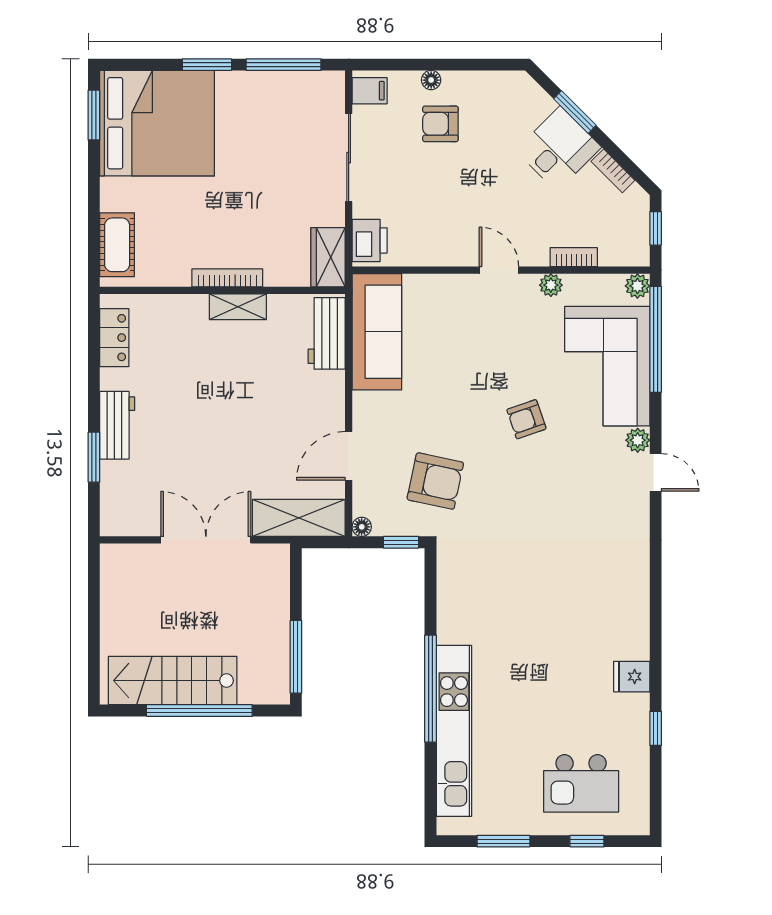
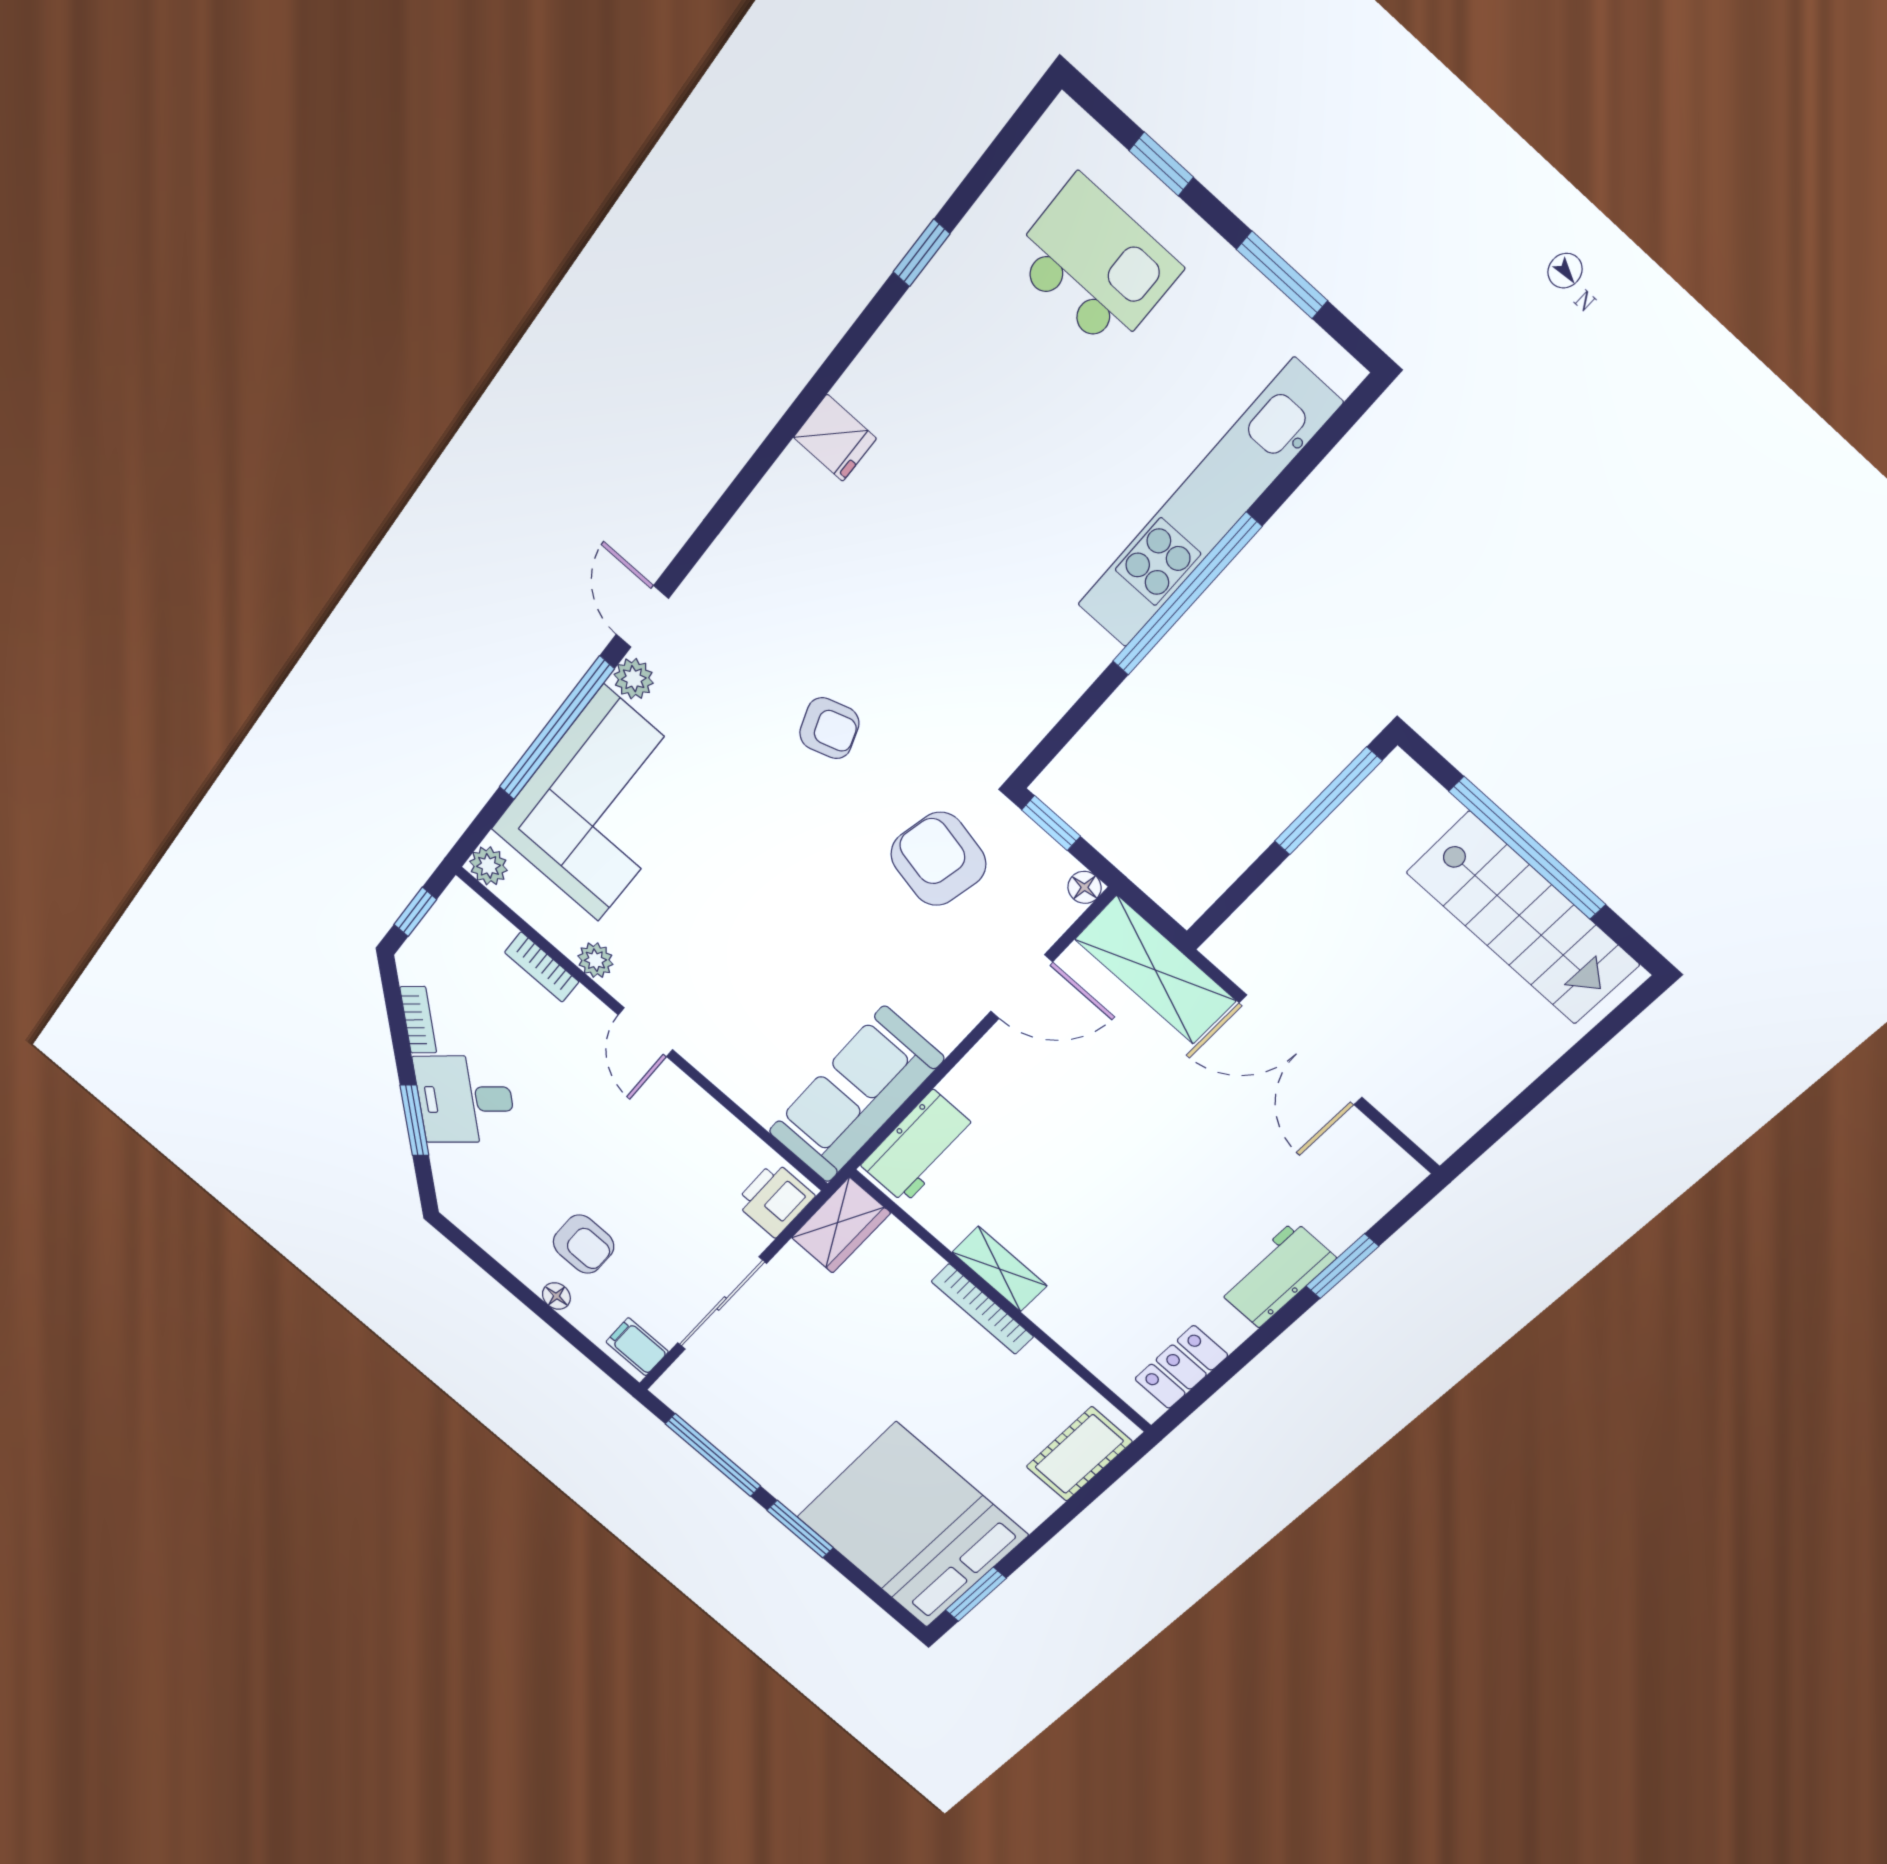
window: (656, 339) -> (556, 729), moved
armchair: (526, 419) -> (829, 728), moved
fridge: (632, 677) -> (835, 438), moved

